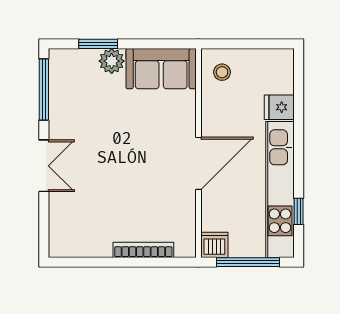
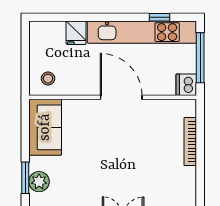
plant: (112, 61) -> (39, 182), moved

